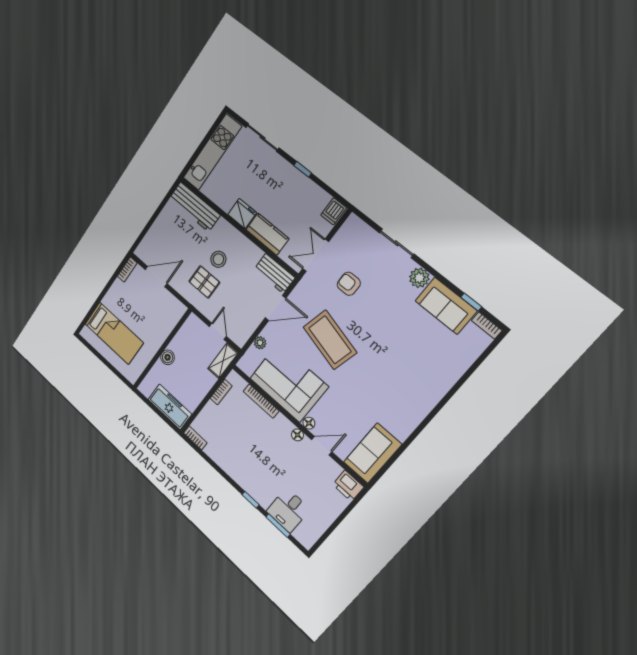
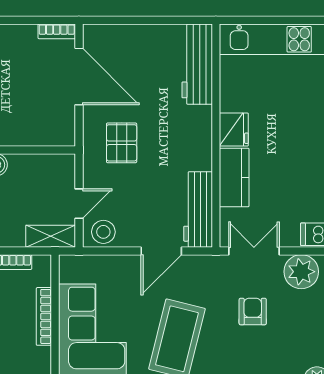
stool: (218, 259) -> (103, 232), moved
workbench: (274, 273) -> (198, 209), width x1.38
door: (156, 277) -> (79, 76), width x1.36
door: (276, 308) -> (161, 251), hinge flipped
plant: (260, 343) -> (301, 272), moved, width x1.87, depth x1.87

